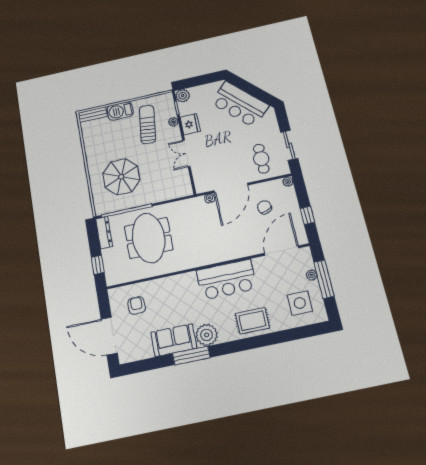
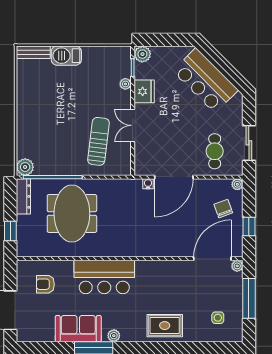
sun lounger: (147, 124) -> (98, 141), moved
parasol: (121, 177) -> (54, 136), removed
plant: (101, 207) -> (25, 167), added
chair: (264, 207) -> (223, 209), moved
plant: (312, 275) -> (237, 266), moved
bar counter: (226, 280) -> (104, 277), moved
side table: (300, 303) -> (218, 318), width x0.54, depth x0.54
armchair: (137, 305) -> (45, 284), turned -90
plant: (207, 335) -> (114, 336), width x0.53, depth x0.53

